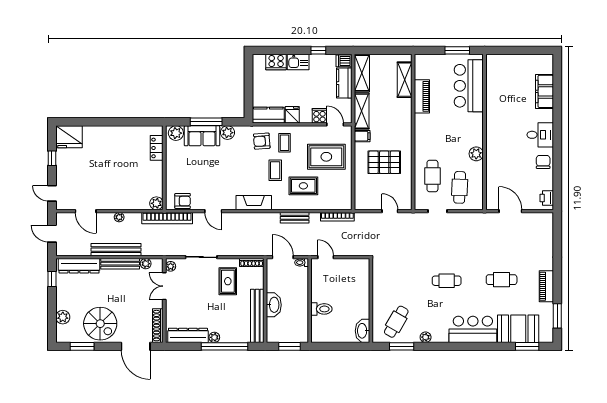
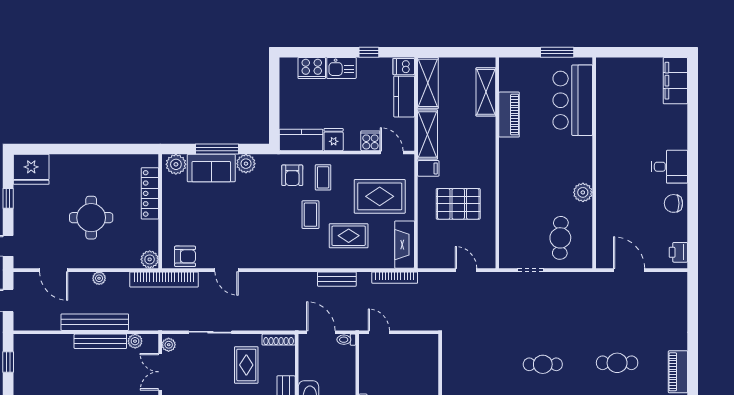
filing cabinet: (545, 91) -> (675, 81), moved
armchair: (262, 141) -> (292, 175), turned -86
locker: (157, 148) -> (150, 193), width x1.53
chair: (543, 162) -> (673, 203), turned -90
round table: (113, 172) -> (91, 218), added
cafe table: (432, 176) -> (524, 222), removed
fireplace: (254, 203) -> (405, 245), moved, turned -90
dresser: (79, 266) -> (45, 344), removed

